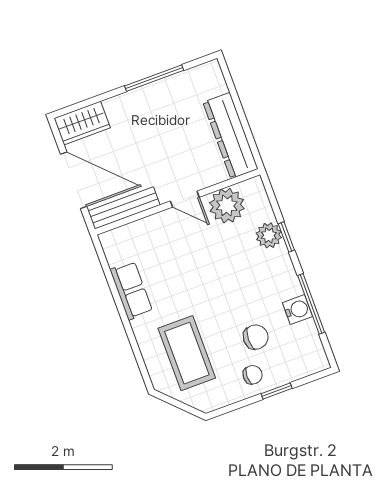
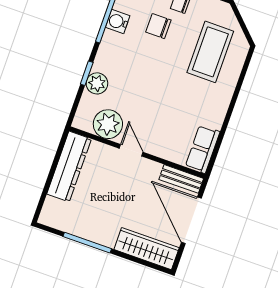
wardrobe: (82, 123) -> (147, 249), width x1.50
bench: (124, 208) -> (181, 179), width x0.73
row of seats: (131, 291) -> (203, 149), moved

